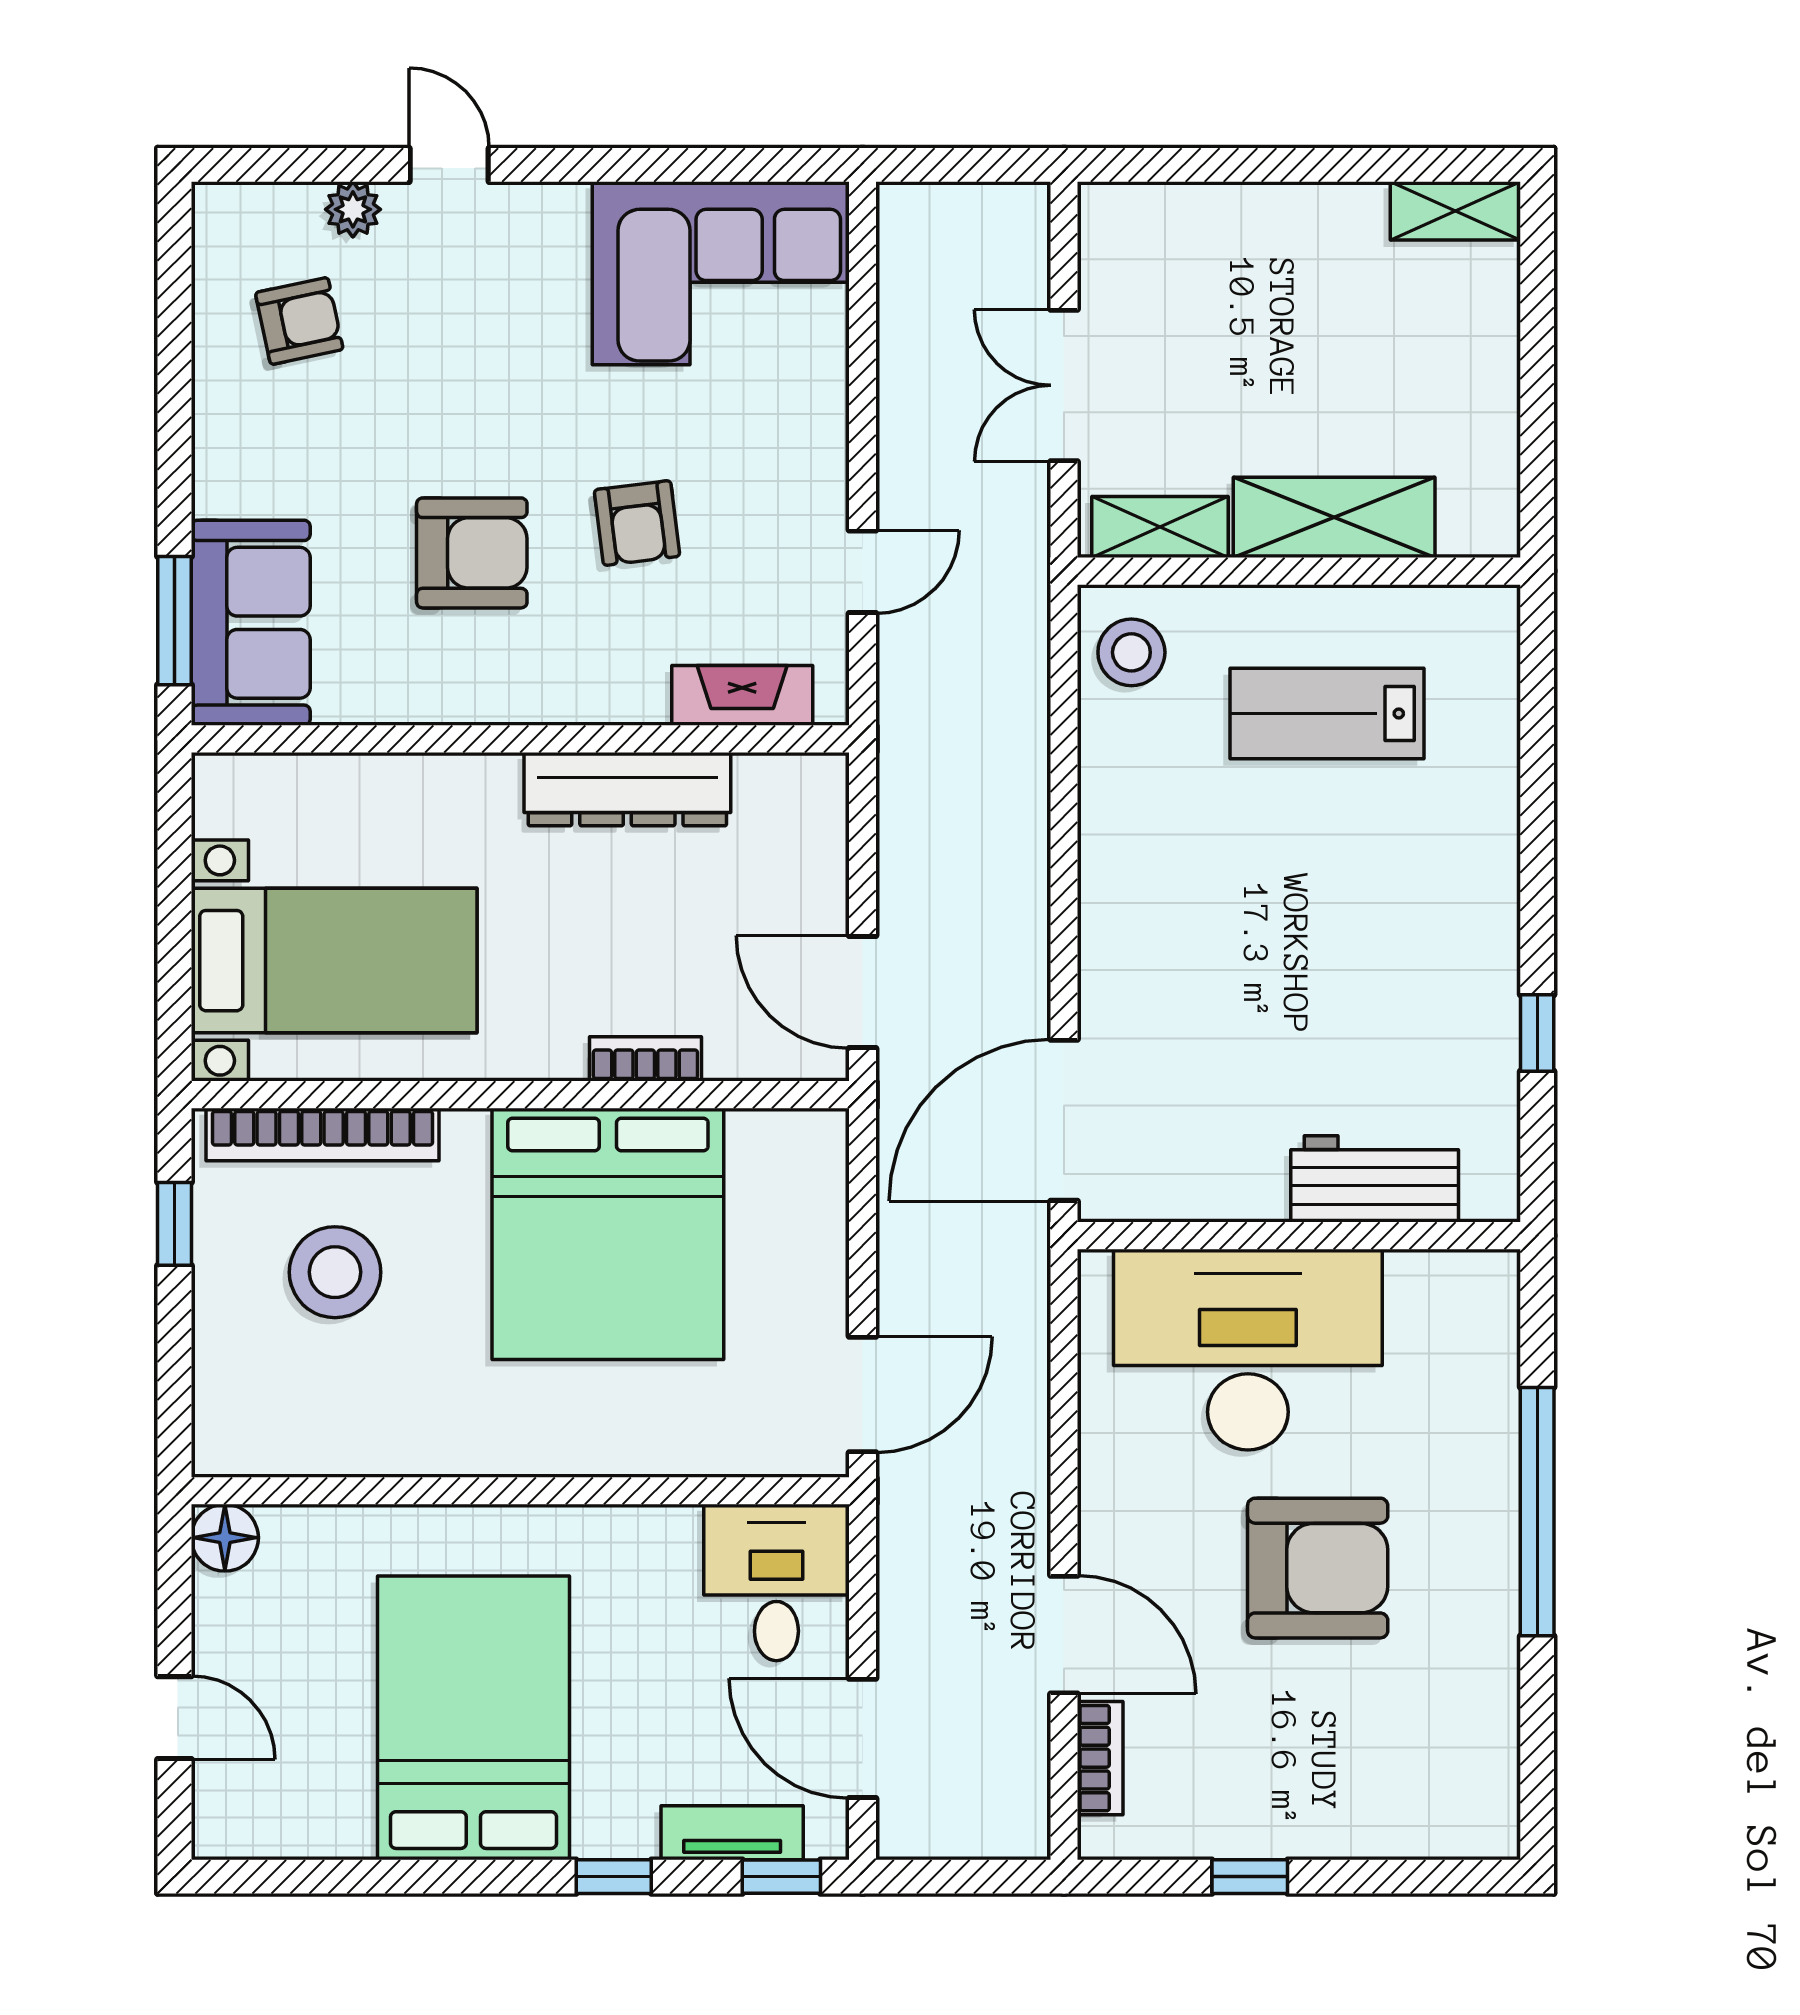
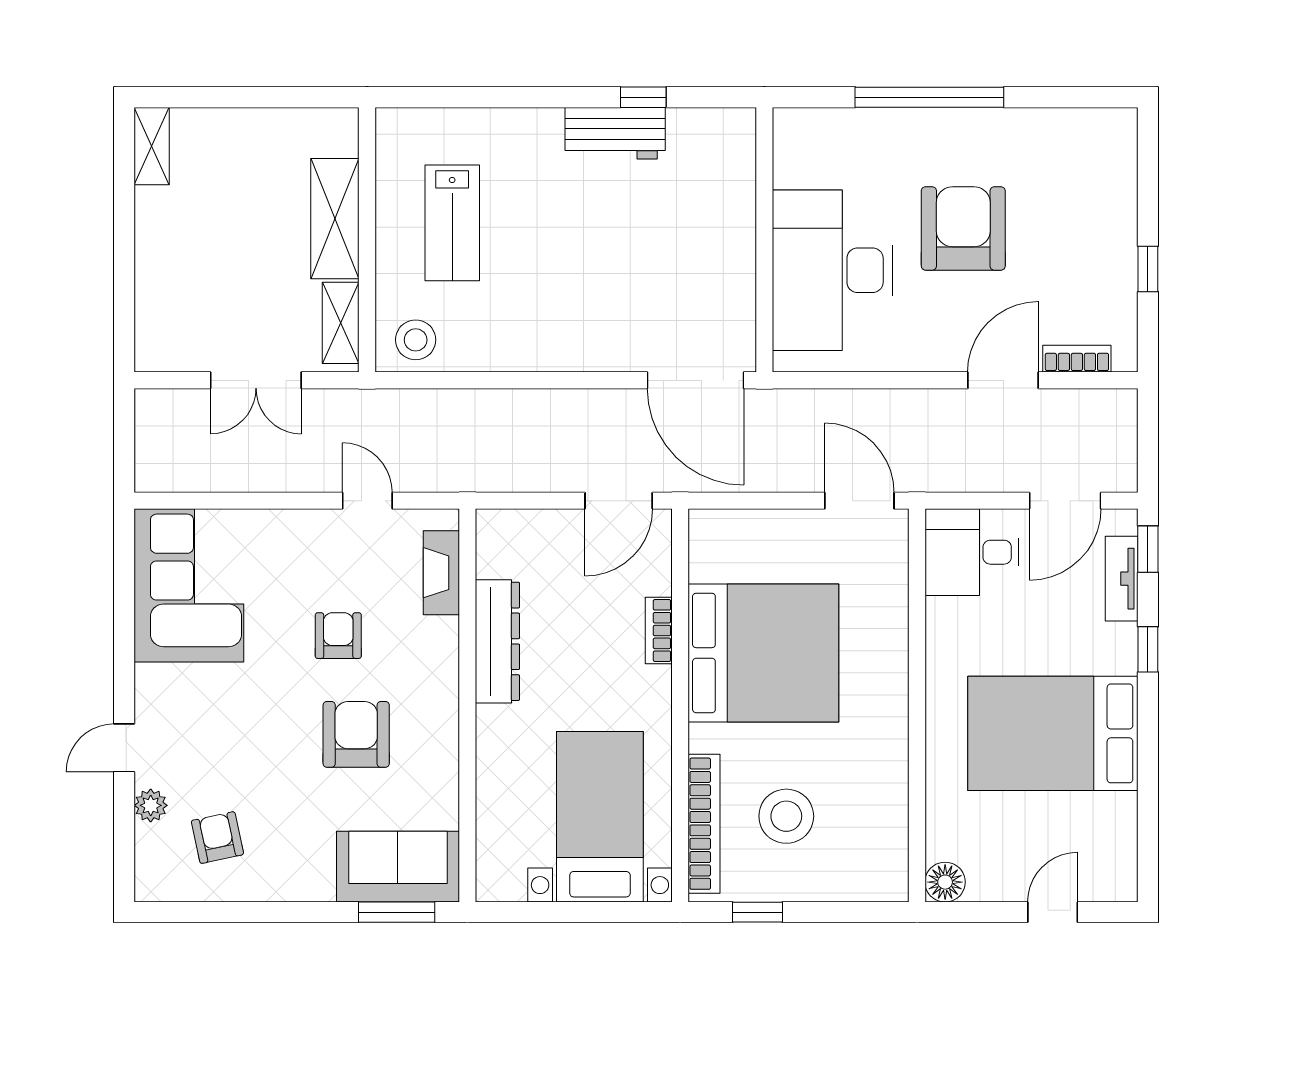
armchair: (637, 523) -> (338, 636), turned -83
workbench: (1375, 1179) -> (615, 133), moved, turned -90

